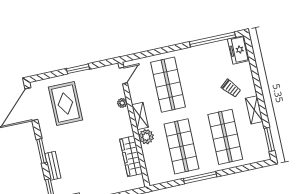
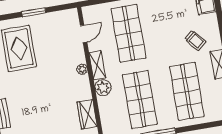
door: (123, 75) -> (84, 34), moved
plant: (122, 103) -> (82, 69), moved
wardrobe: (131, 156) -> (87, 114), width x0.67

